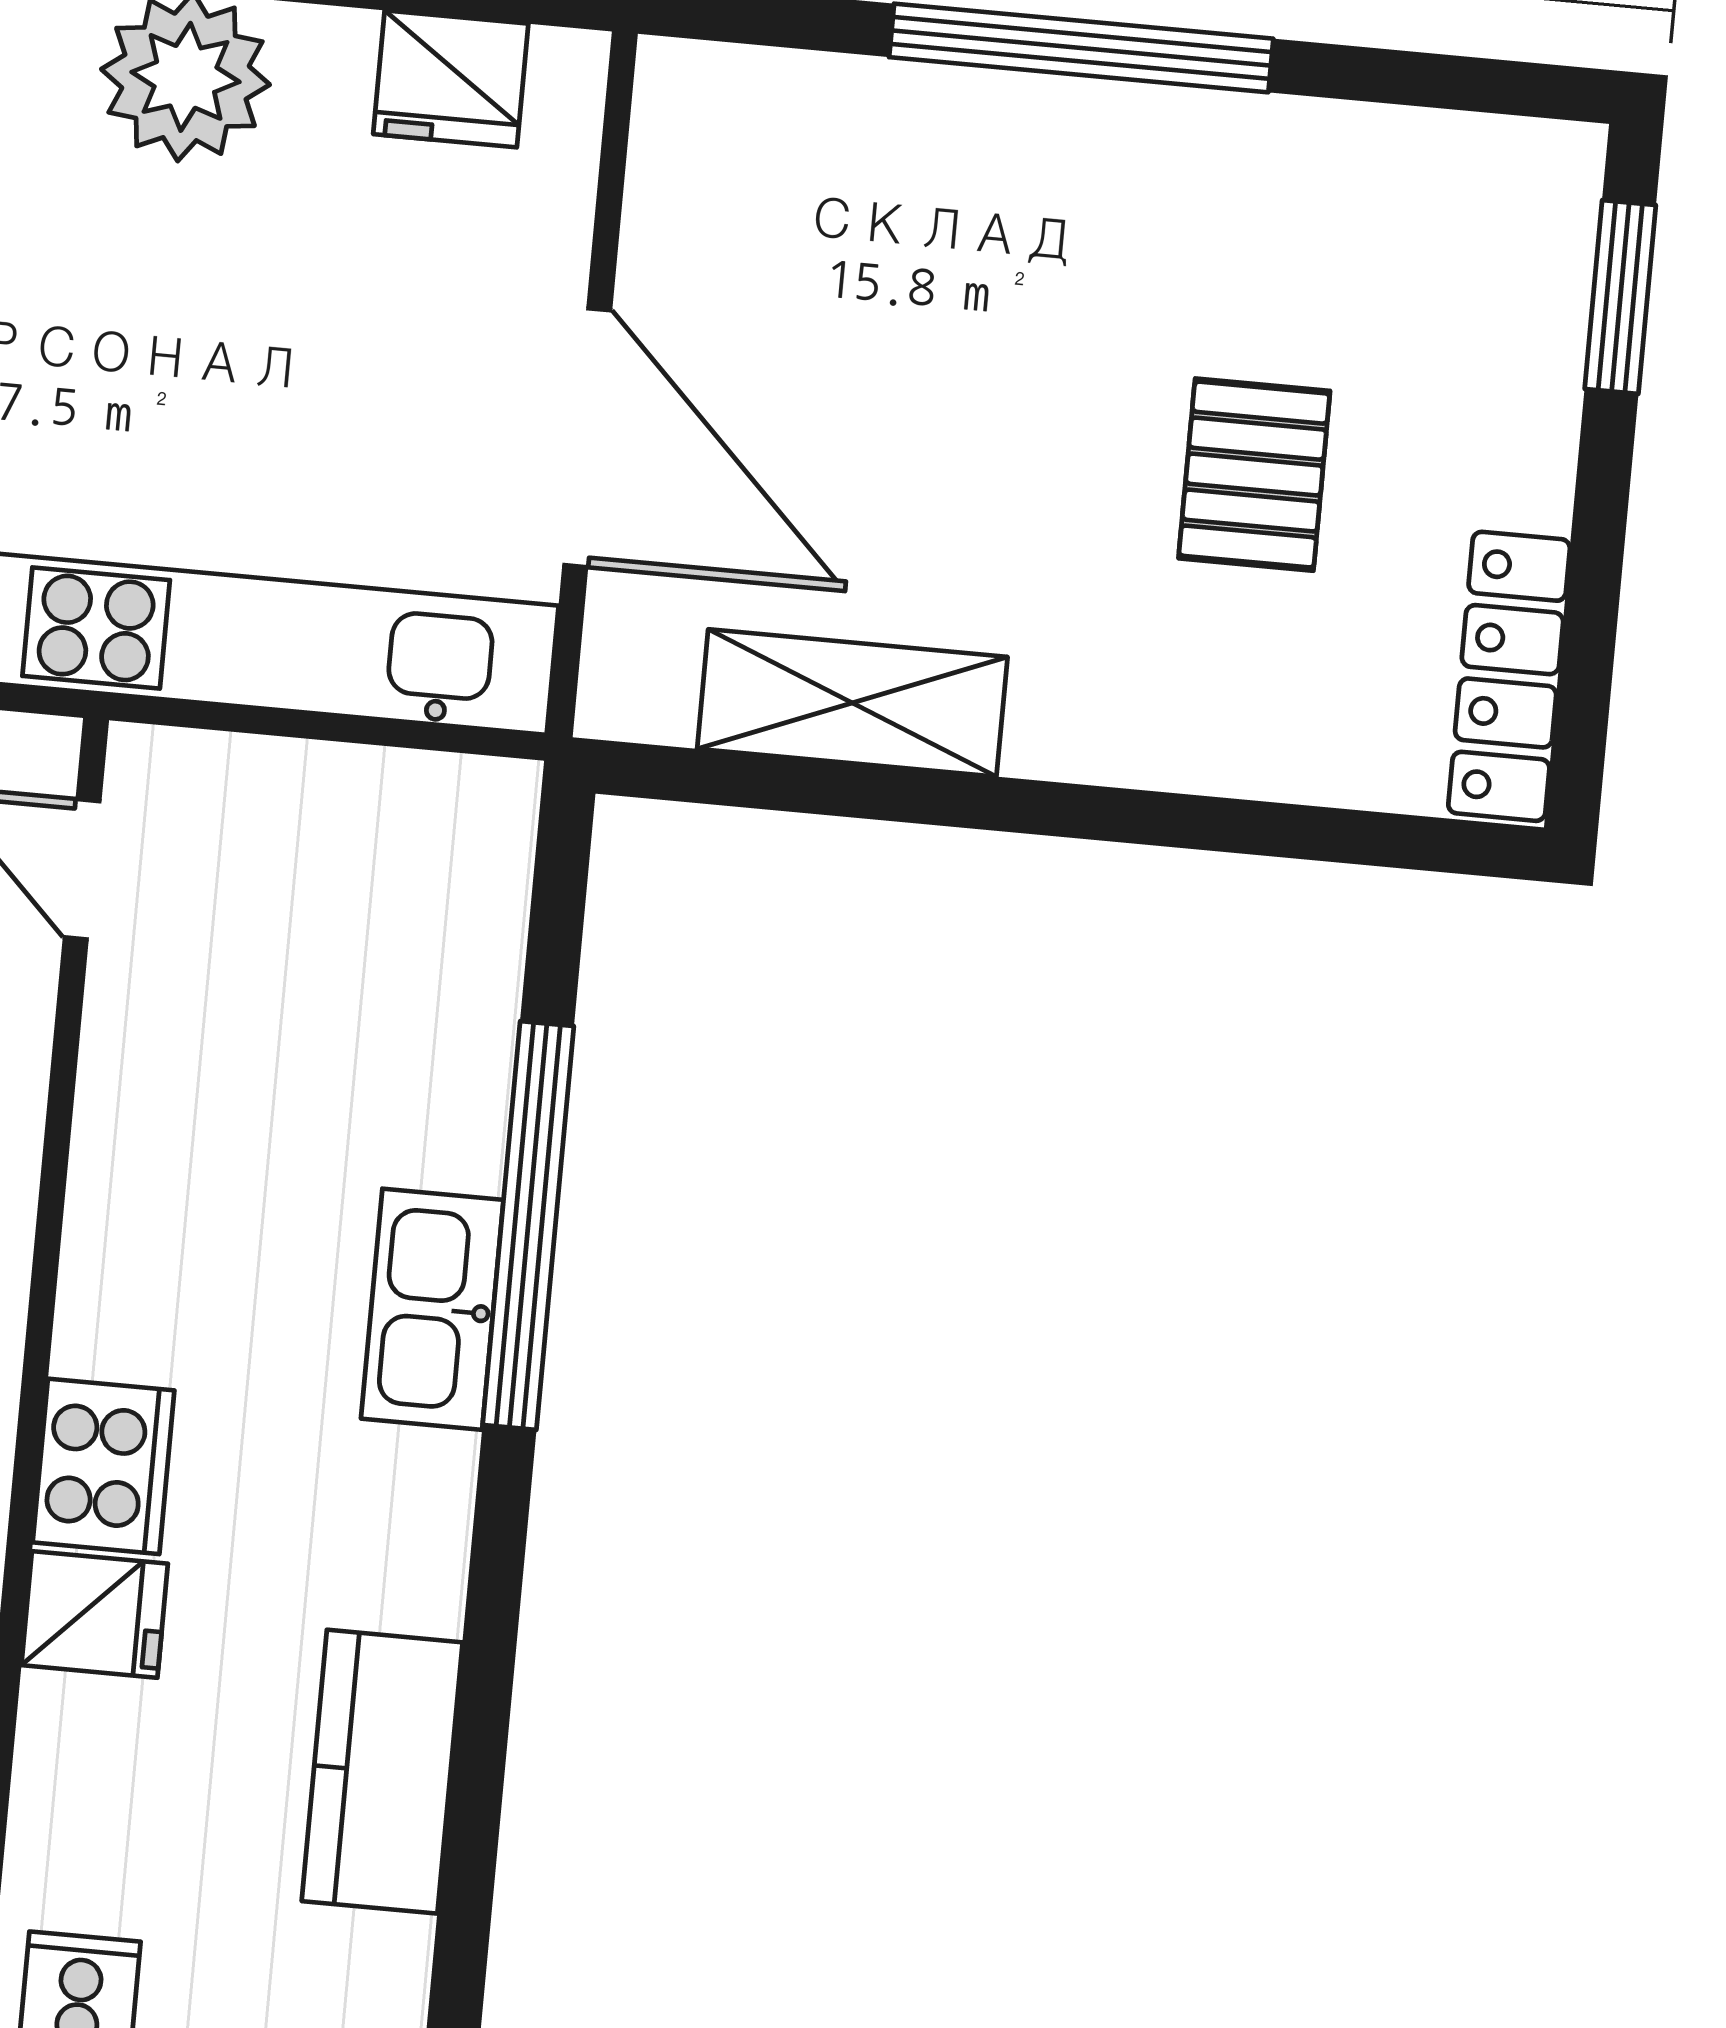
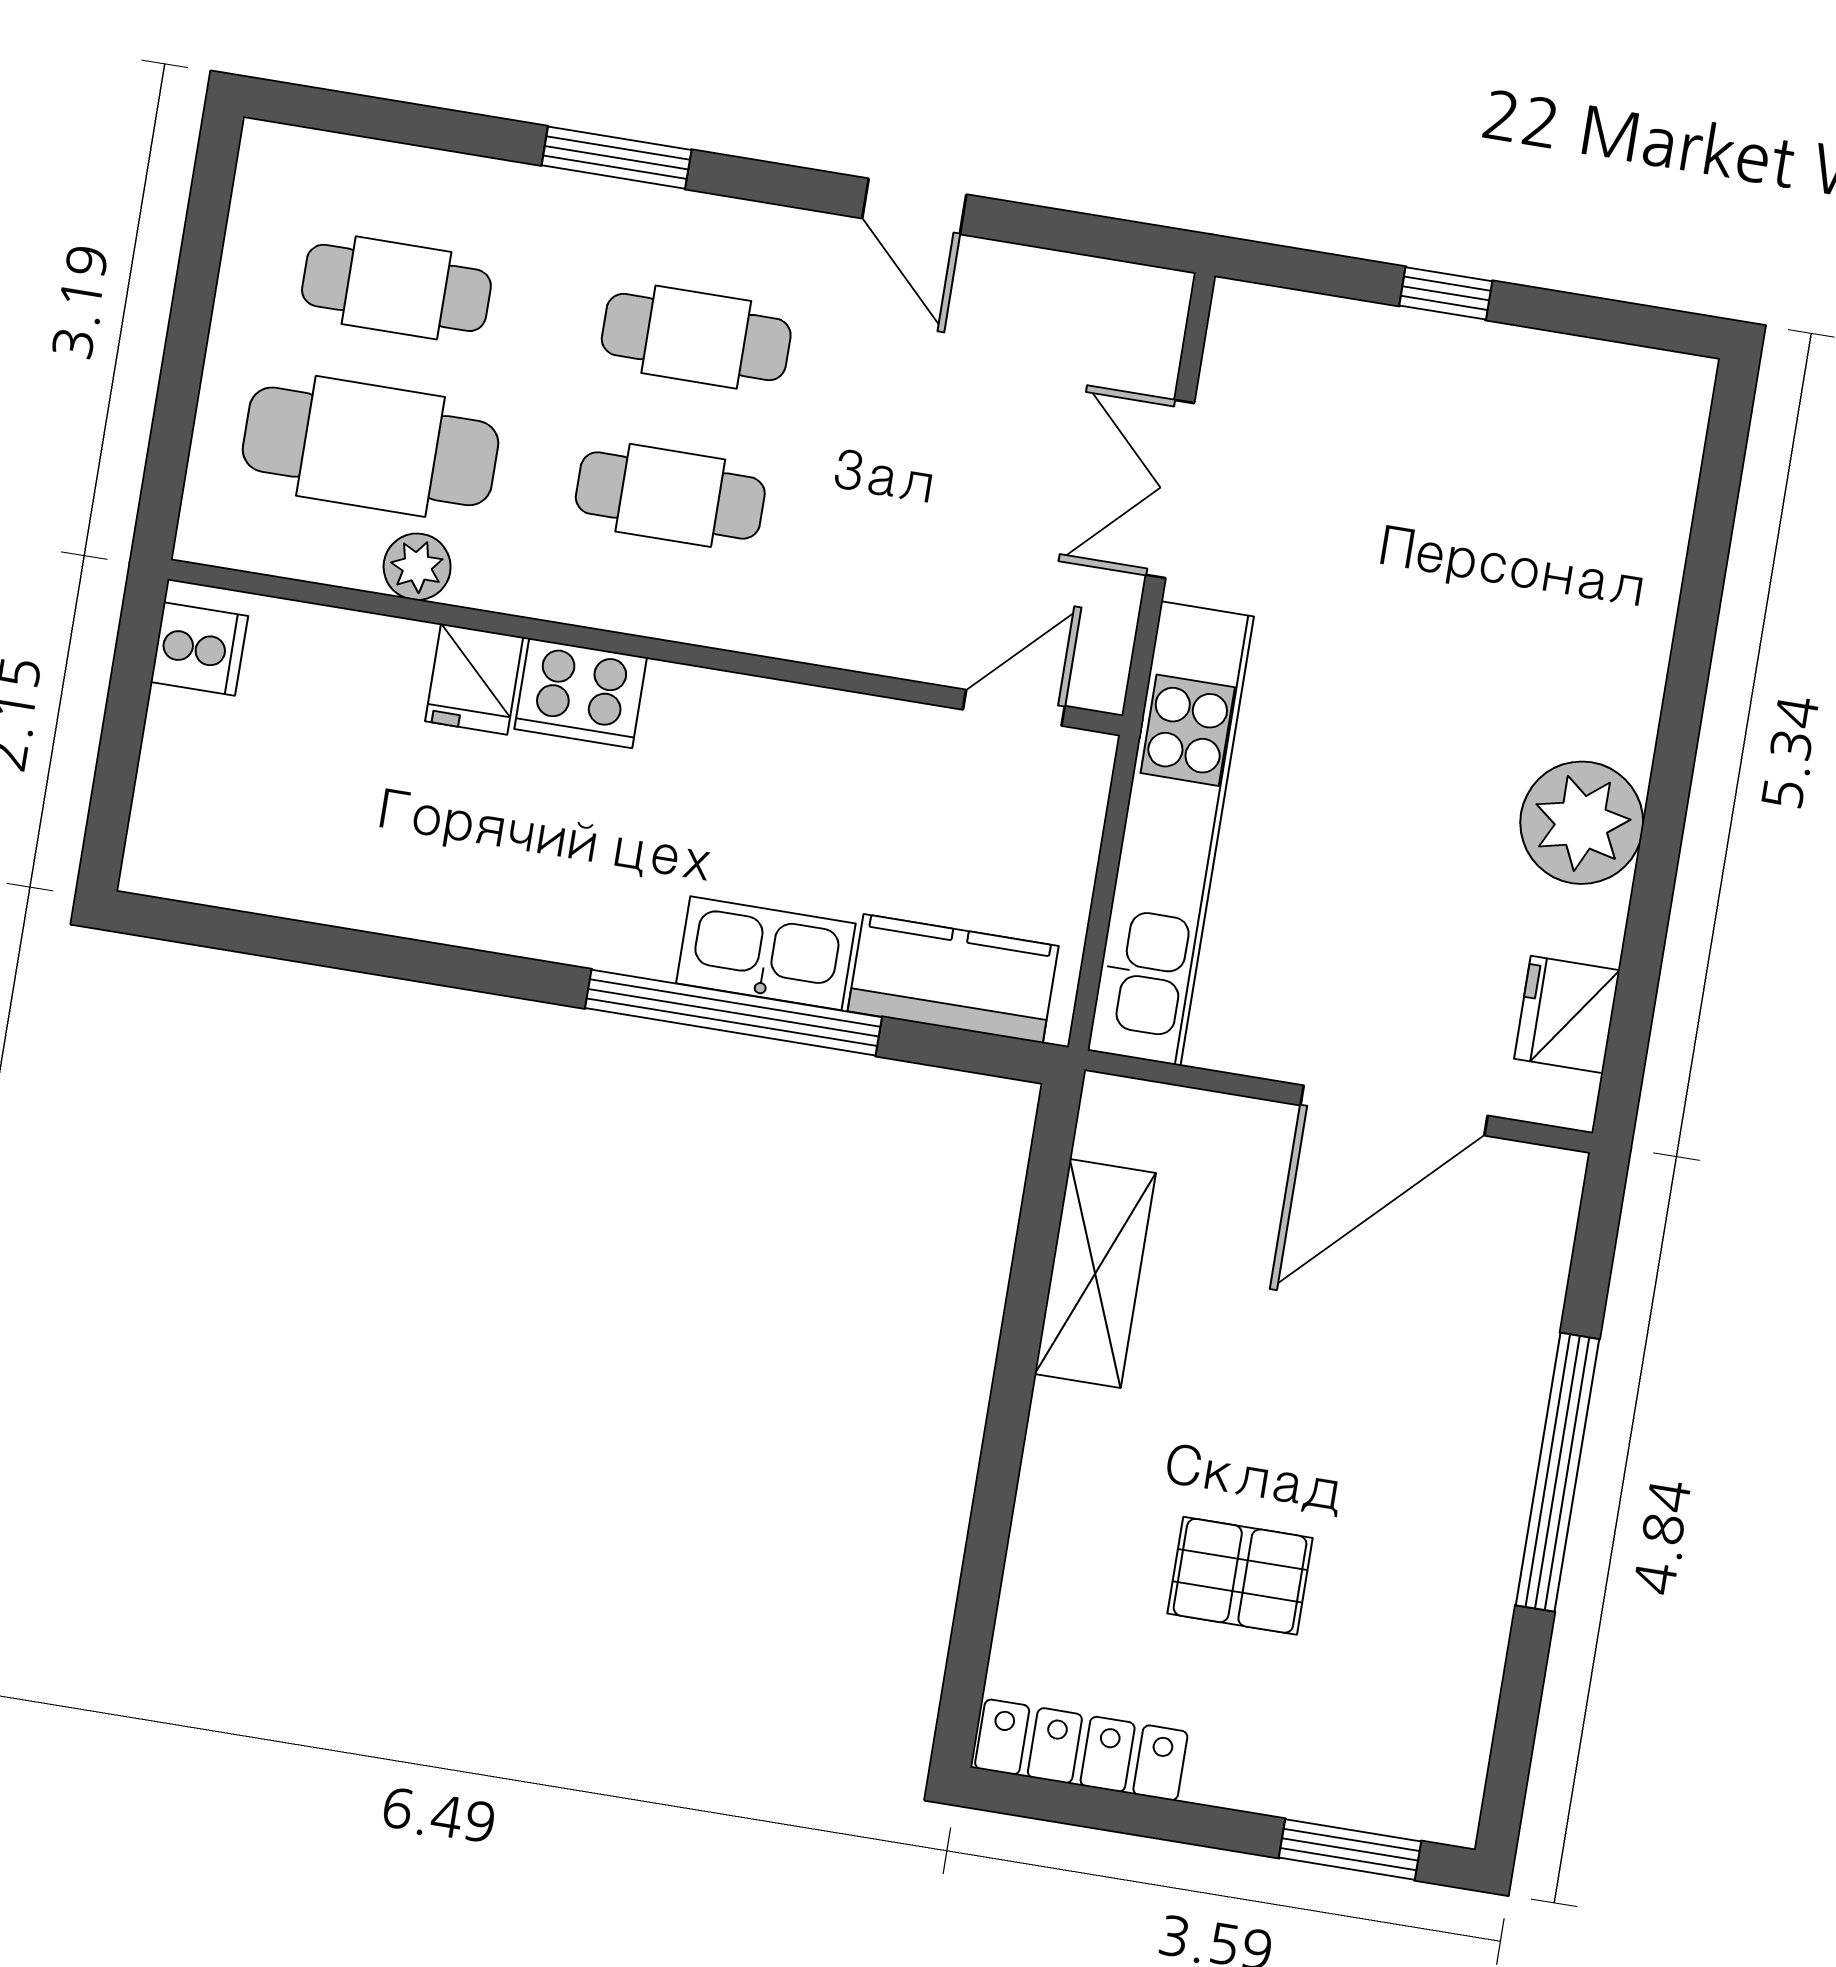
door: (587, 438) -> (1394, 1110), moved
kitchen sink: (432, 1309) -> (766, 953), moved
kitchen counter: (382, 1772) -> (953, 979), moved

